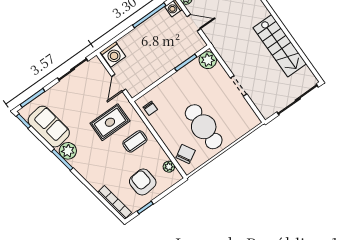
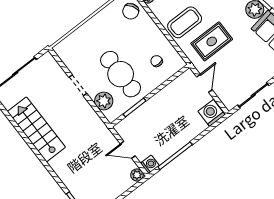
plant: (208, 60) -> (104, 101), moved
chair: (150, 108) -> (157, 61), moved
cafe table: (204, 127) -> (121, 74), moved
coffee table: (135, 141) -> (185, 22), width x1.36, depth x1.30

